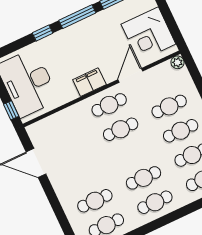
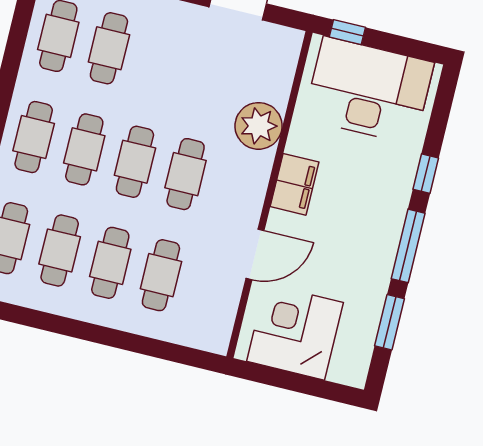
plant: (177, 62) -> (259, 126), moved, width x1.88, depth x1.88
door: (130, 75) -> (255, 254), hinge flipped
cafe table: (109, 105) -> (135, 162), moved

